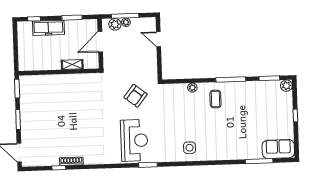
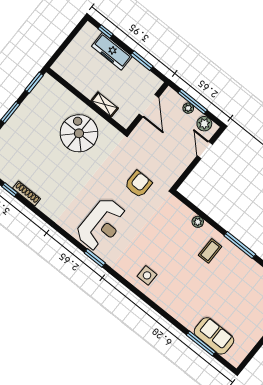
plant: (115, 24) -> (204, 124), moved
door: (100, 42) -> (149, 106), swing flipped
spiral stairs: (72, 96) -> (79, 133), added
armchair: (136, 96) -> (138, 184), turned 142
sofa: (278, 149) -> (214, 336), moved

